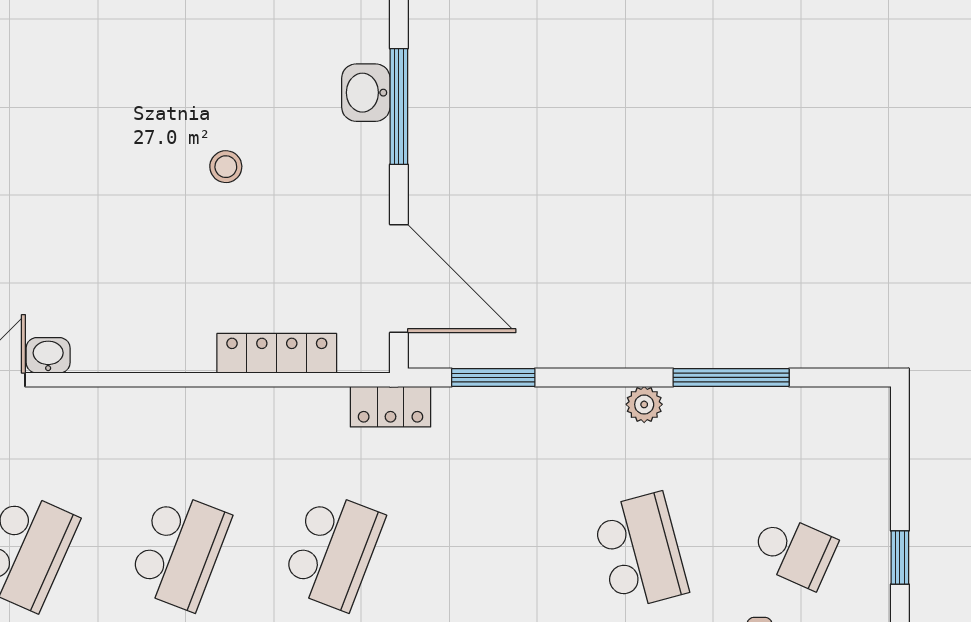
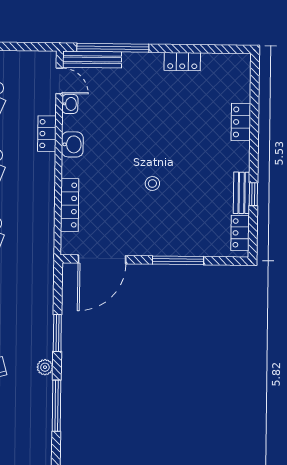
washbasin: (366, 93) -> (72, 144), moved, turned 90
window: (493, 377) -> (57, 333), moved
locker: (390, 407) -> (47, 134), moved

